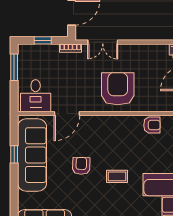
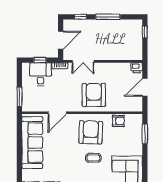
window: (14, 67) -> (19, 97), moved
desk: (36, 96) -> (40, 74), moved, turned 180
window: (14, 154) -> (19, 142), removed
armchair: (81, 166) -> (91, 132), moved, width x1.88, depth x1.88

